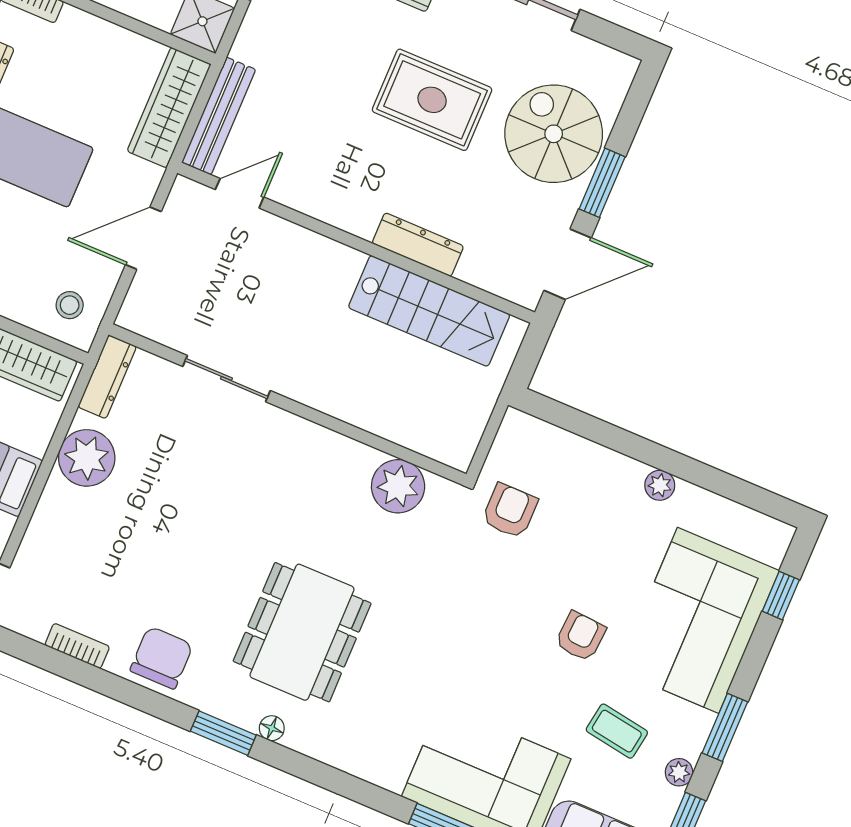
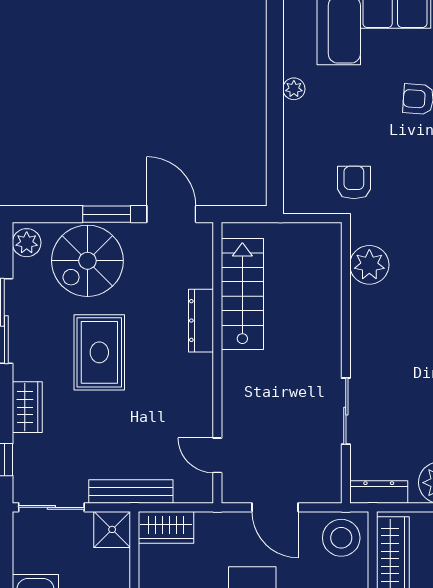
plant: (609, 67) -> (27, 243), added
wardrobe: (169, 108) -> (166, 527), width x0.67
bench: (219, 116) -> (131, 492), moved
stool: (70, 305) -> (341, 538), width x1.89, depth x1.89
armchair: (510, 511) -> (354, 183), turned 90

